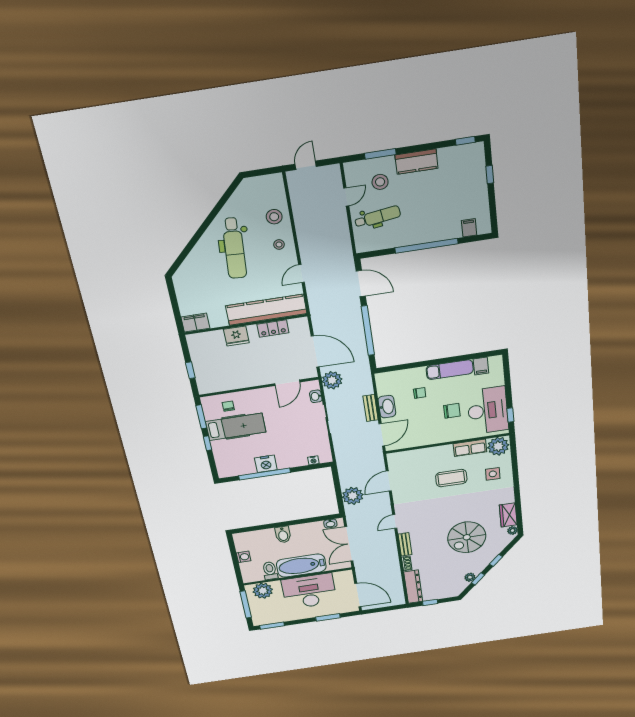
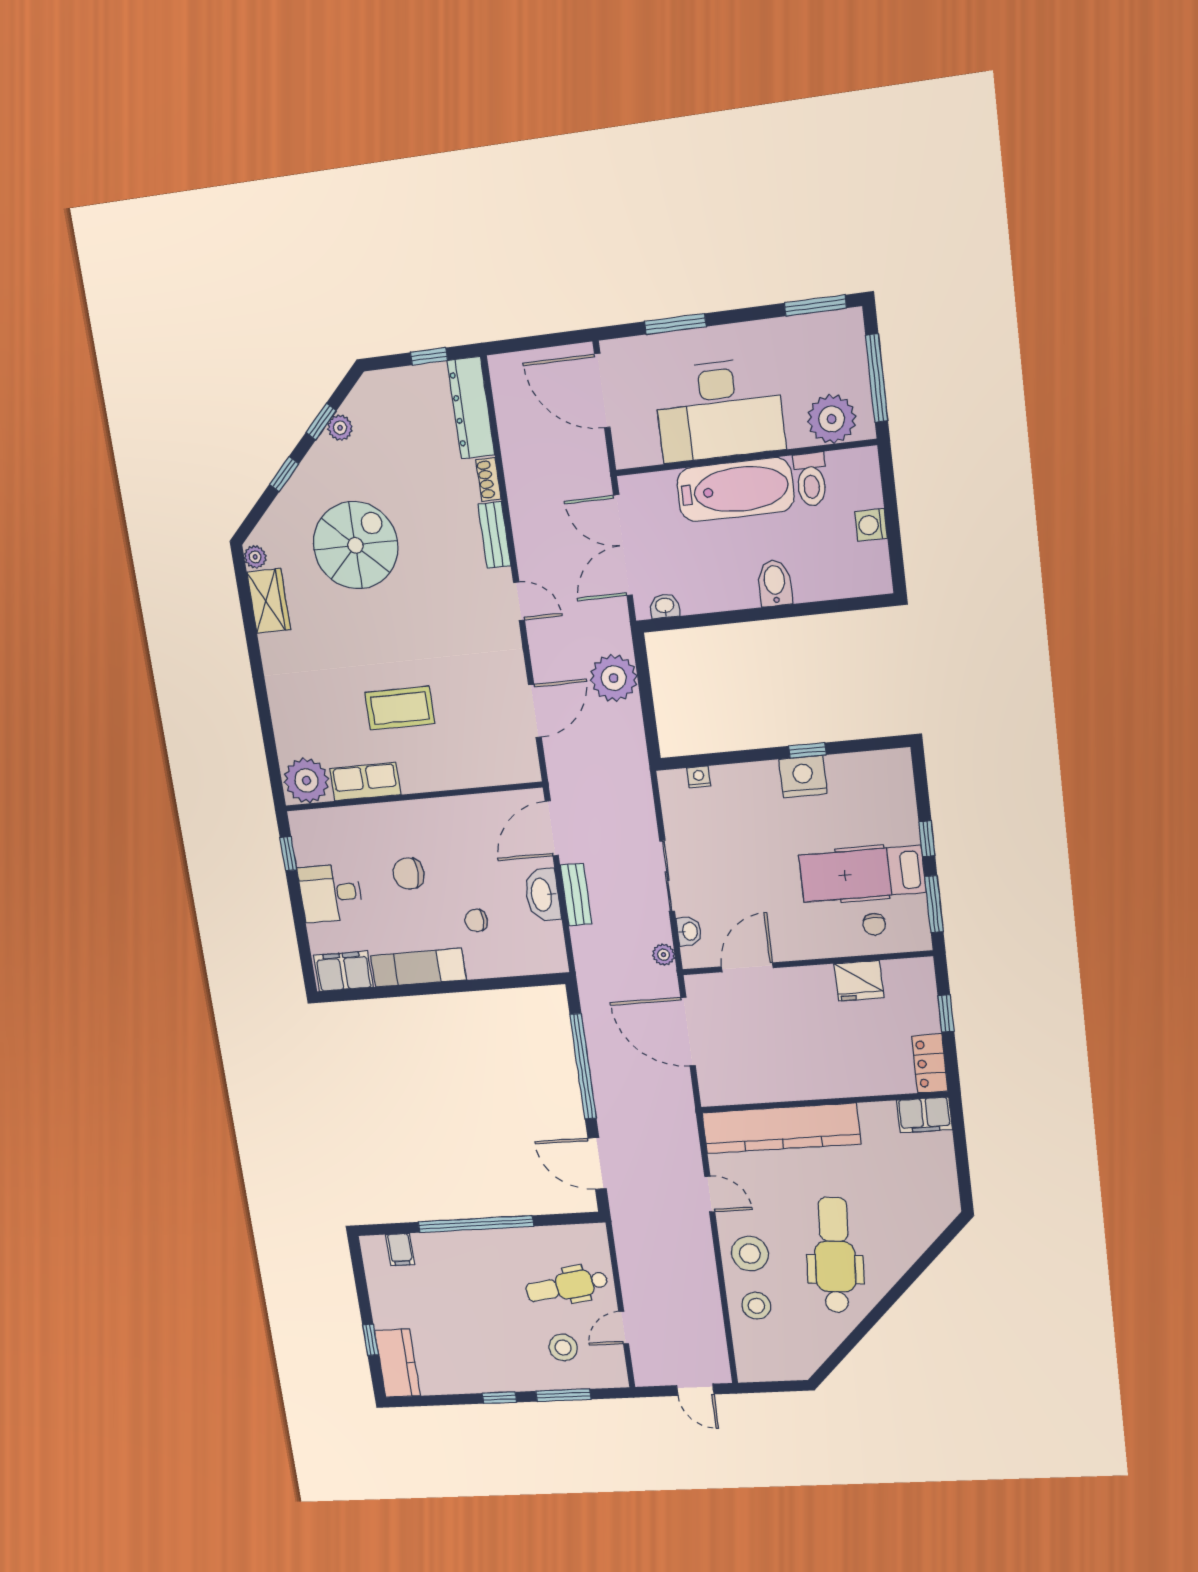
window: (465, 141) -> (499, 1398), moved
kitchen counter: (416, 162) -> (397, 1363), moved, turned 90
door: (306, 165) -> (695, 1390), hinge flipped
stool: (279, 245) -> (750, 1254), width x1.89, depth x1.89
door: (301, 274) -> (710, 1194), hinge flipped
locker: (273, 329) -> (930, 1064), moved, turned -90
fridge: (236, 336) -> (859, 981), moved, turned 180
filing cabinet: (481, 366) -> (343, 971), width x2.00
plant: (332, 380) -> (663, 955), width x0.53, depth x0.53
desk: (488, 410) -> (330, 893), width x0.53, depth x0.77
window: (265, 474) -> (807, 750), width x0.32
side table: (493, 474) -> (312, 712), removed
door: (395, 521) -> (519, 601), hinge flipped
double door: (349, 544) -> (623, 545), swing flipped

